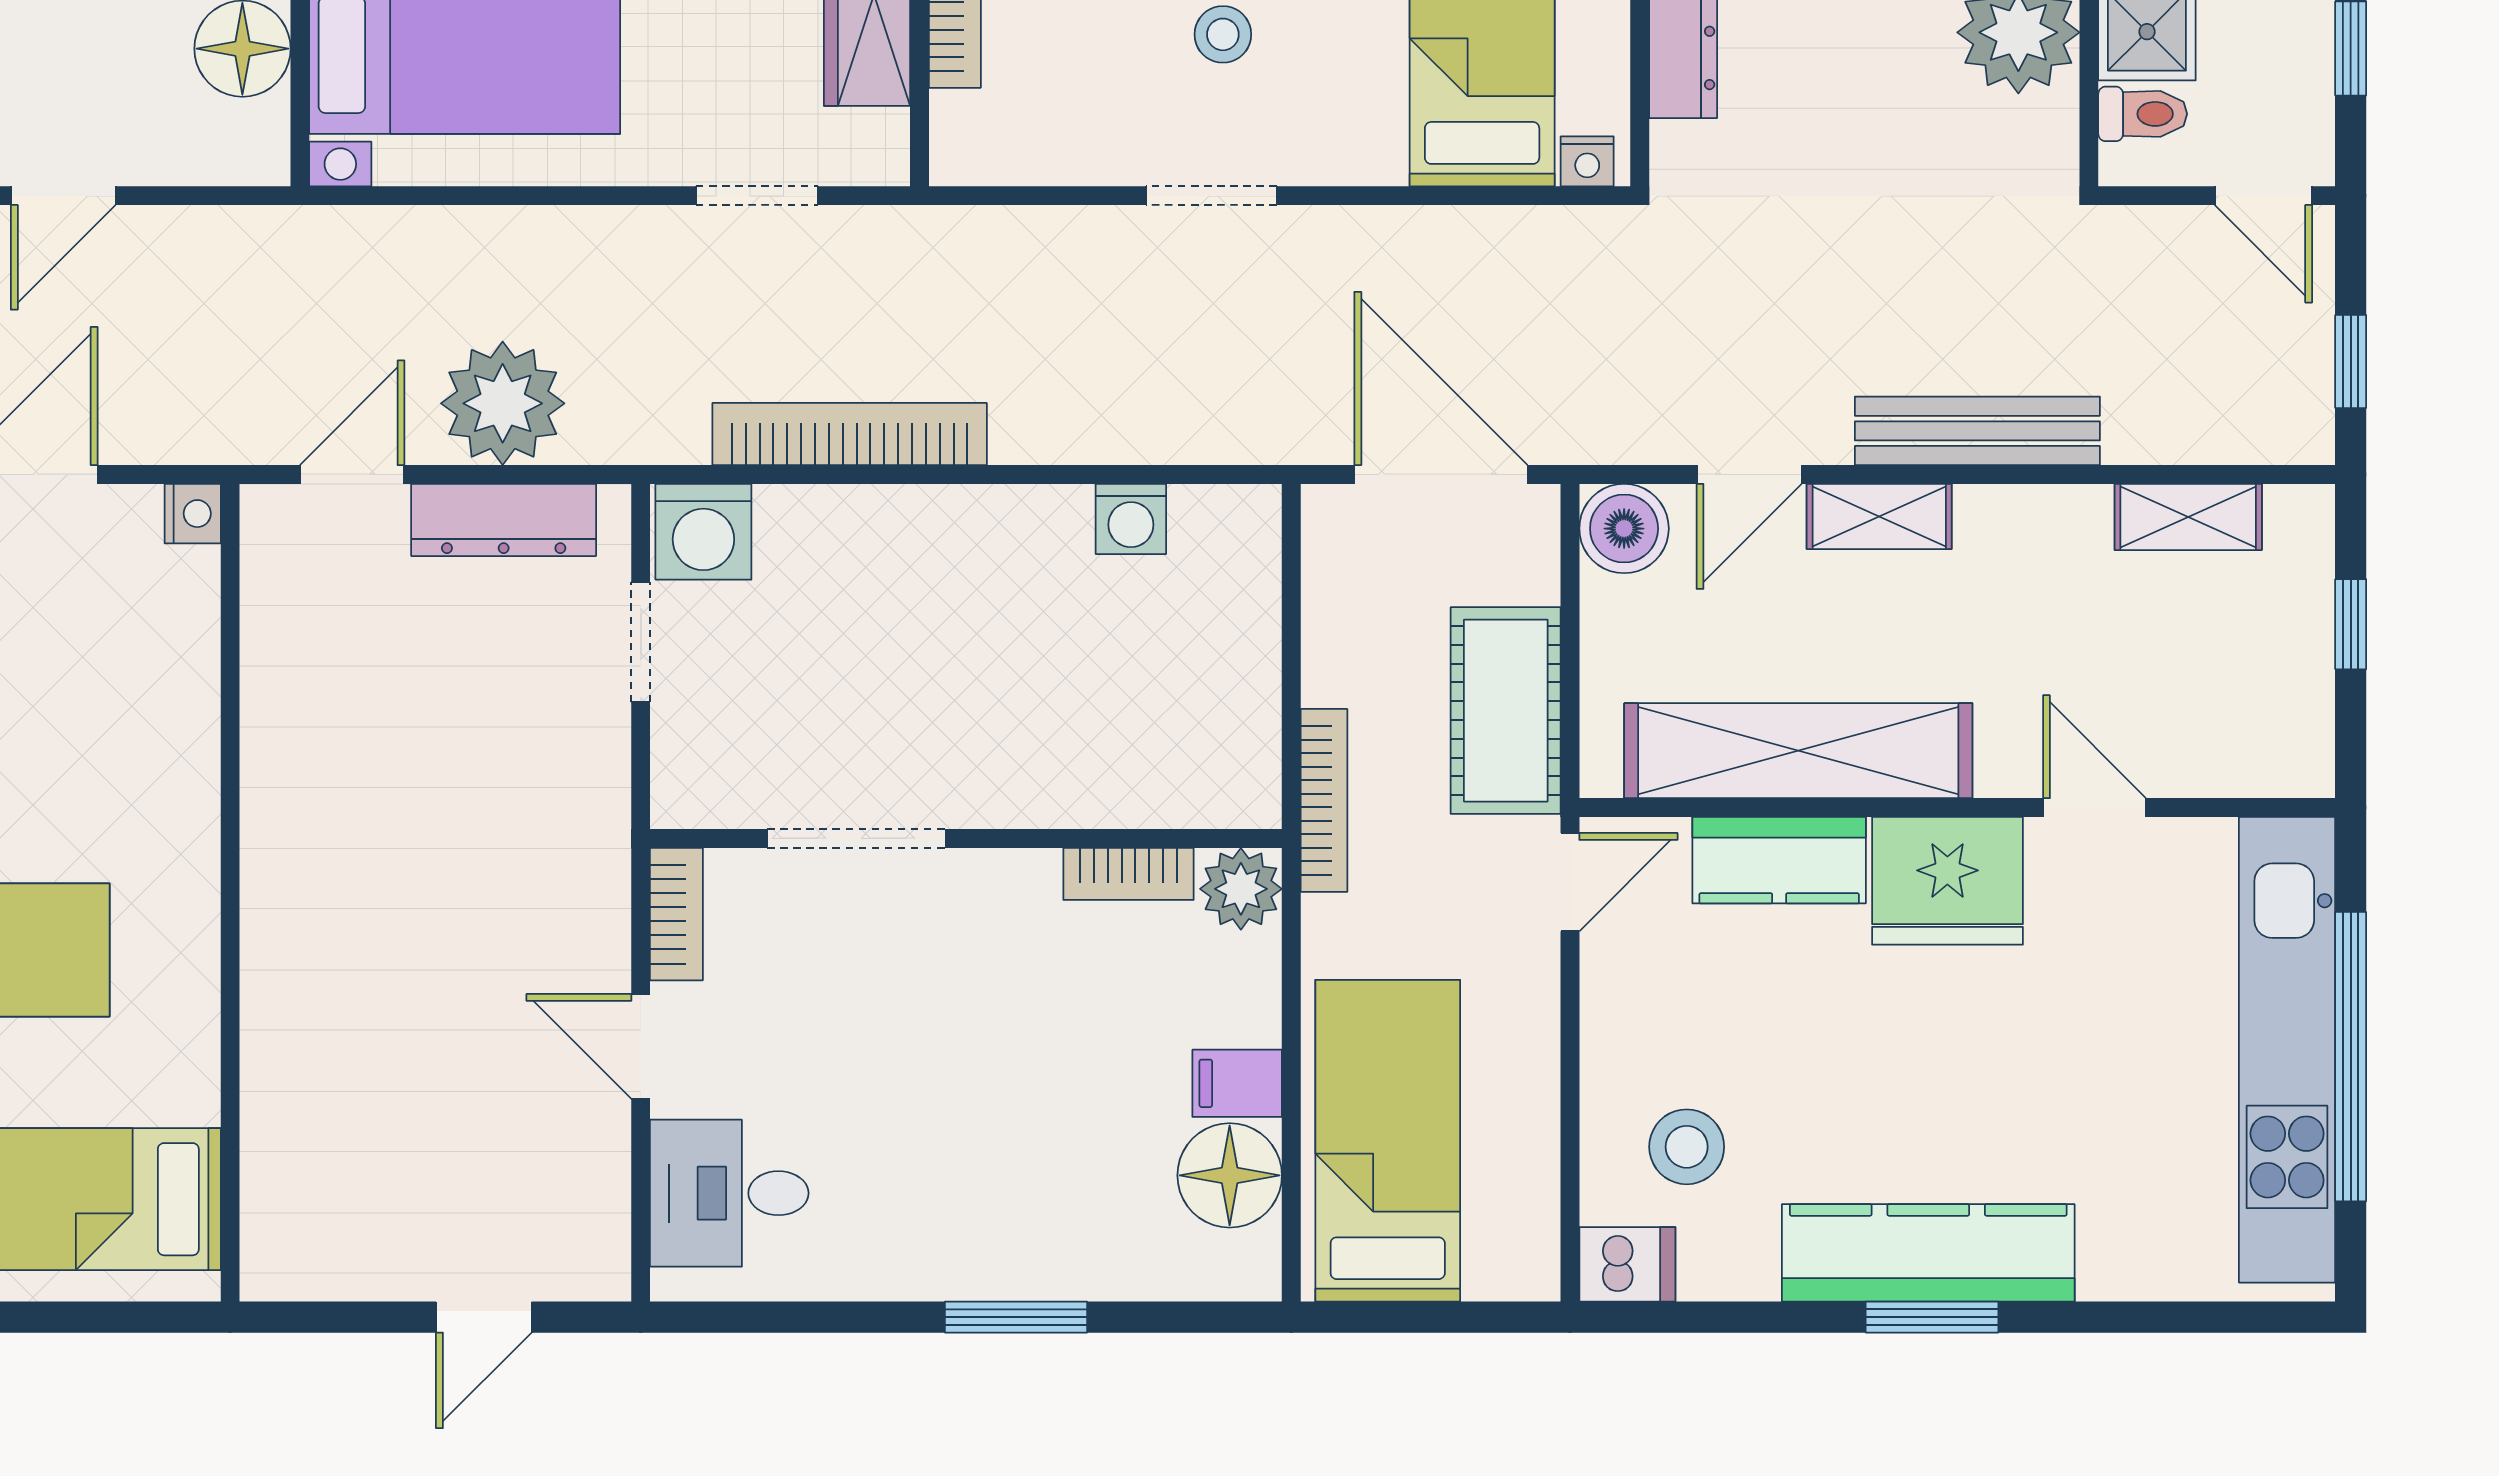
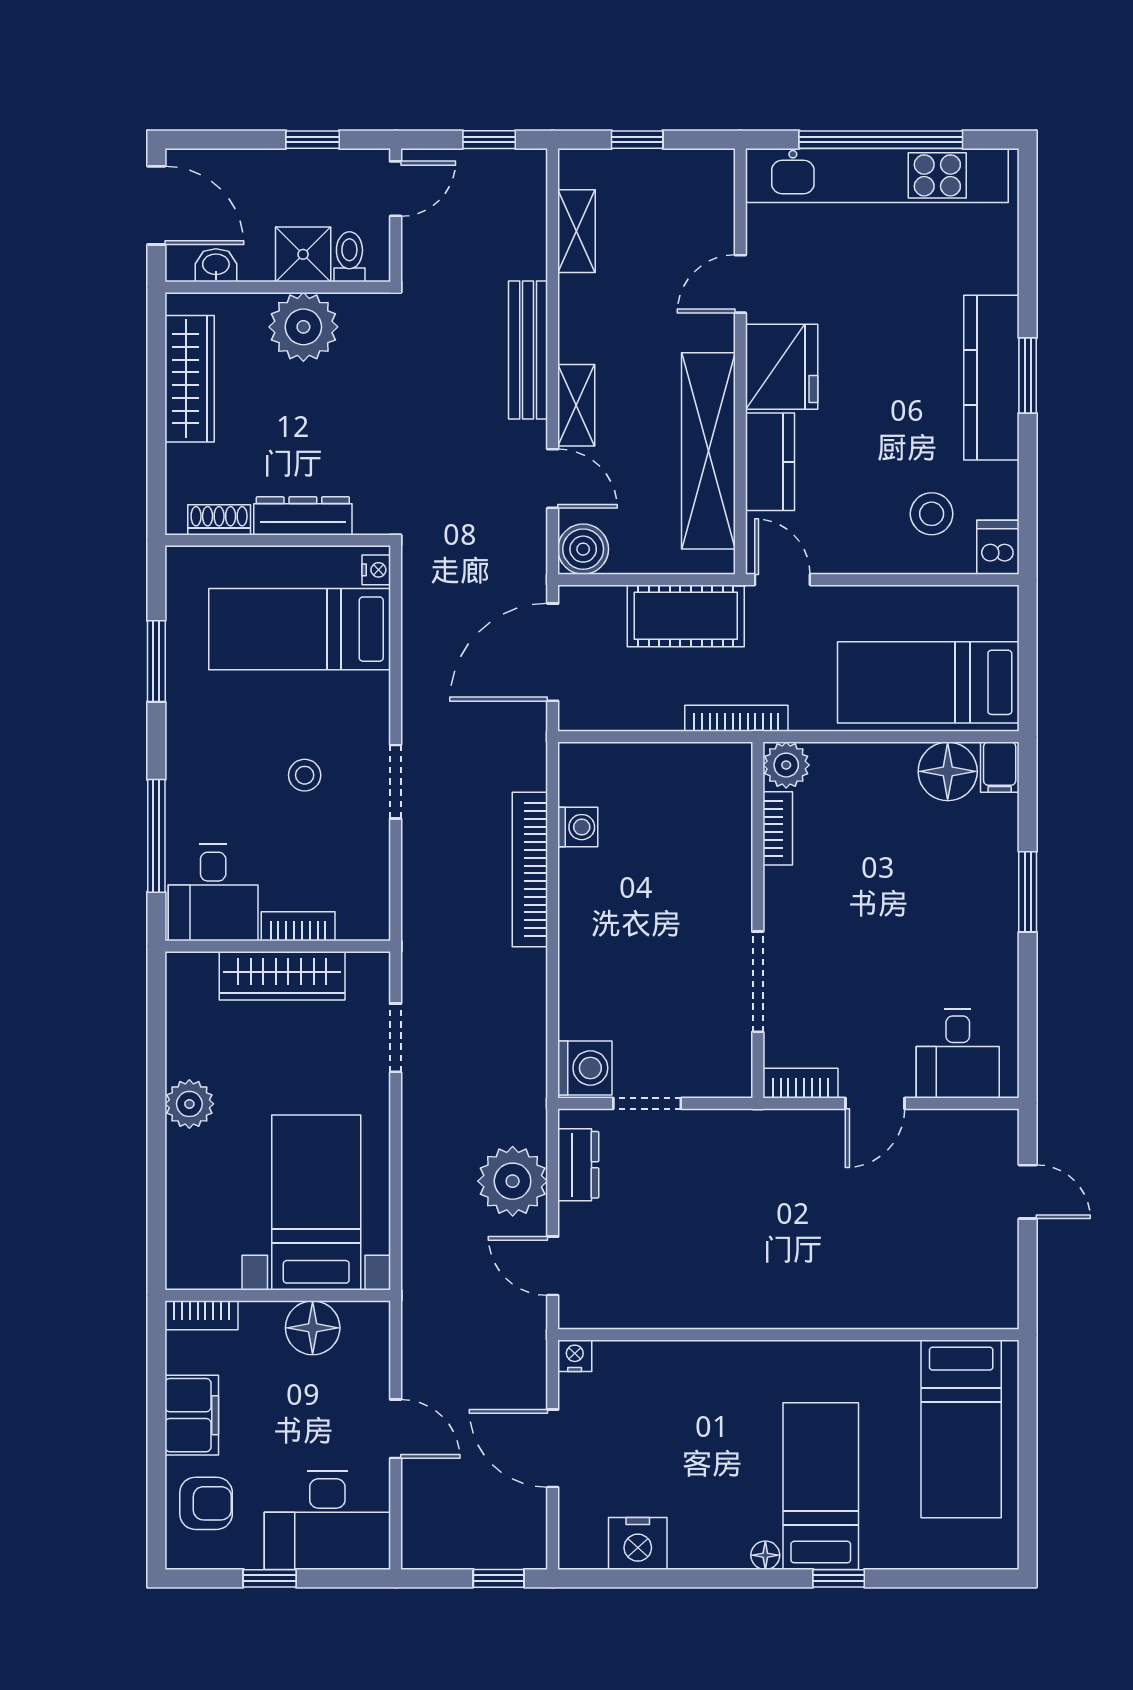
bookcase: (850, 434) -> (530, 870), moved
dresser: (504, 520) -> (578, 1165), width x0.70
filing cabinet: (1237, 1083) -> (1000, 767), moved

